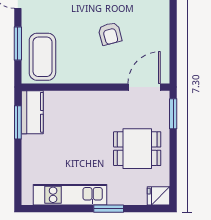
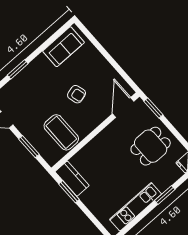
coffee table: (42, 57) -> (61, 132), moved

